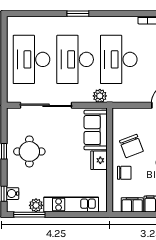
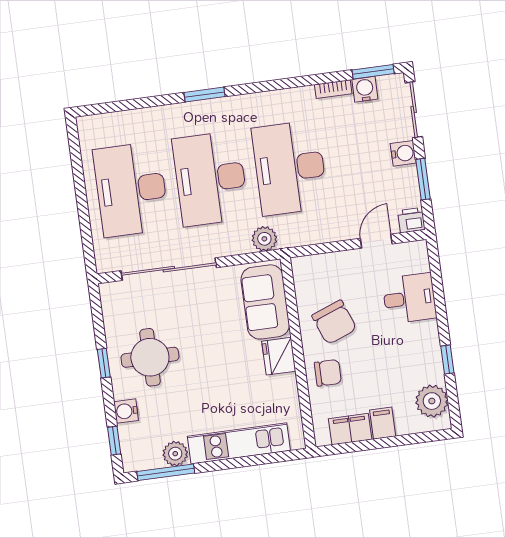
water cooler: (13, 194) -> (126, 411), moved

